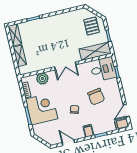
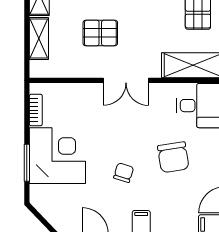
pallet: (48, 46) -> (100, 33), added
plant: (42, 79) -> (74, 95), removed

